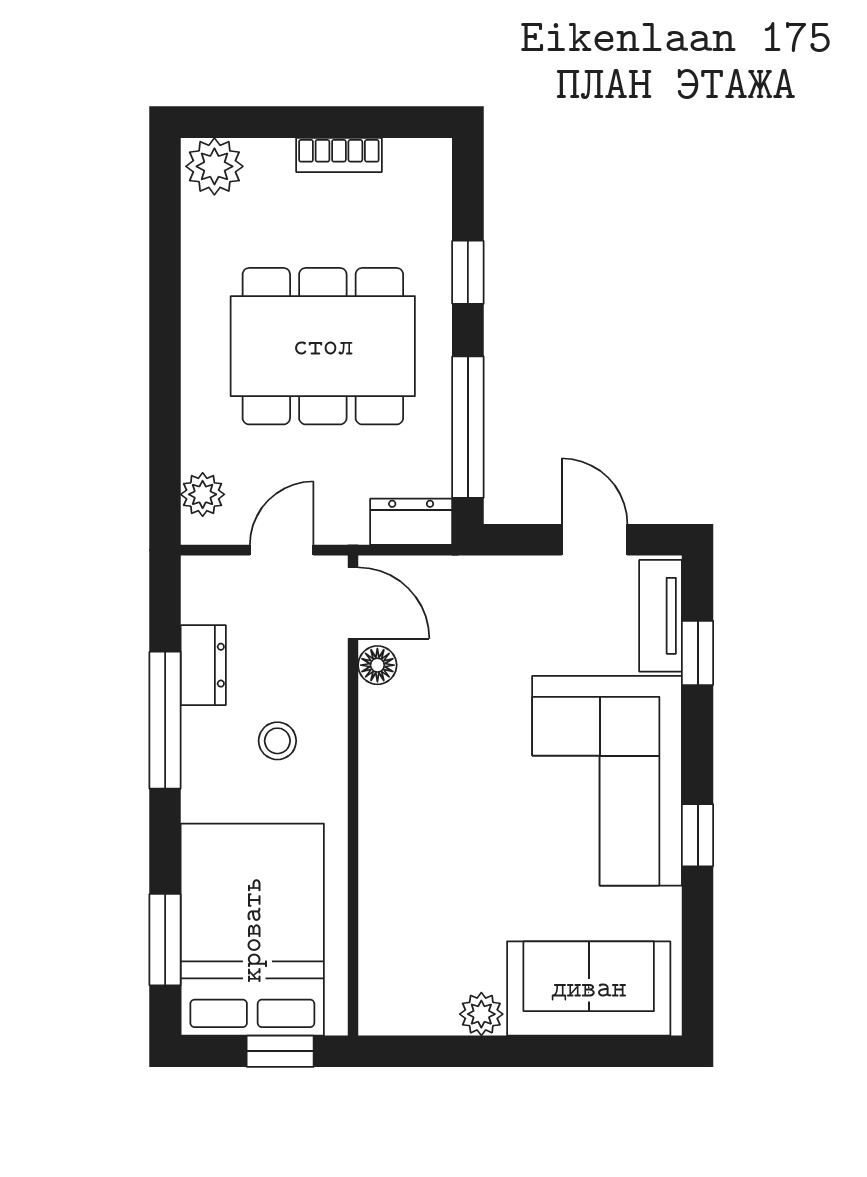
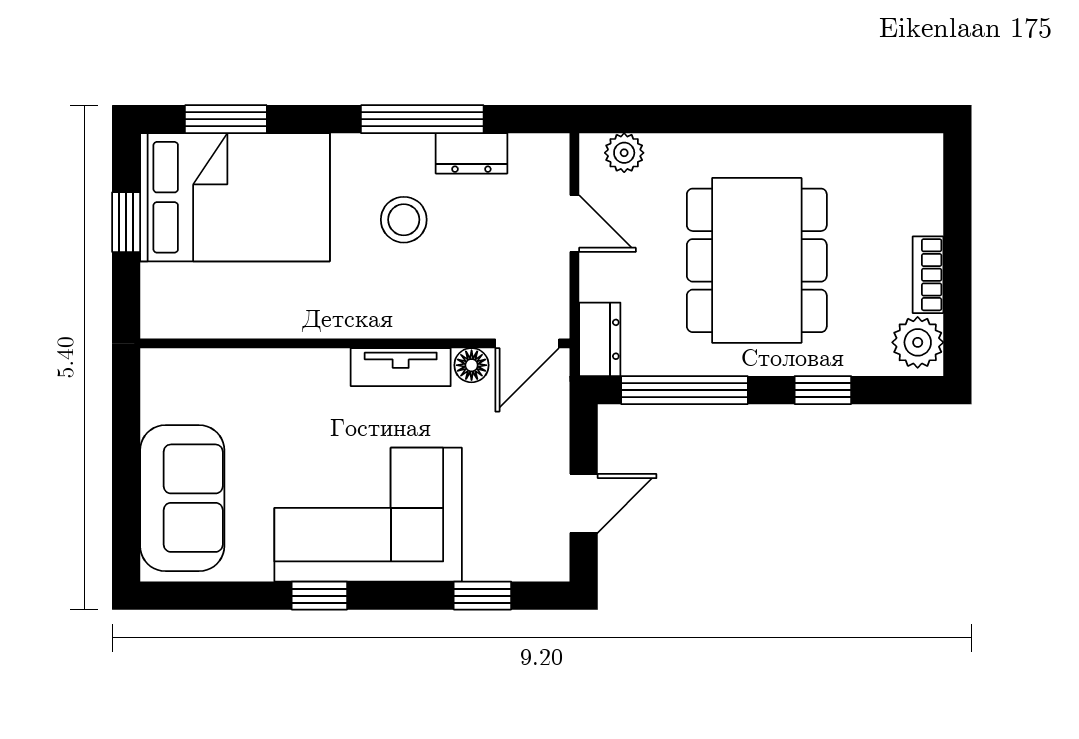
plant: (214, 166) -> (918, 342), moved
door: (353, 603) -> (527, 343), moved
tv unit: (661, 616) -> (401, 367), moved, turned 180
floor lamp: (377, 665) -> (472, 365), moved
stool: (277, 741) -> (404, 220), width x1.37, depth x1.37
wall: (353, 796) -> (355, 343), moved
plant: (481, 1014) -> (159, 402), removed

